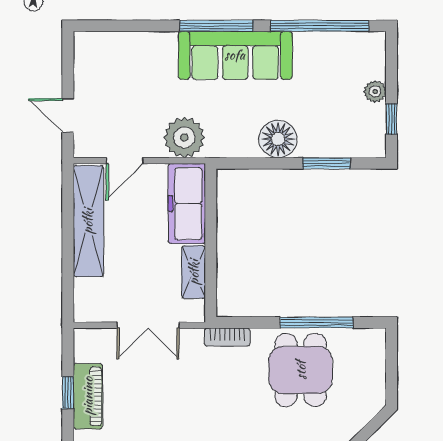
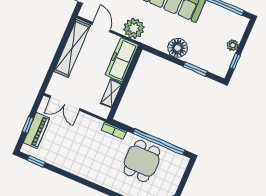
door: (125, 161) -> (101, 27), swing flipped
window: (316, 322) -> (159, 142), width x1.46
double door: (148, 325) -> (65, 103), moved

